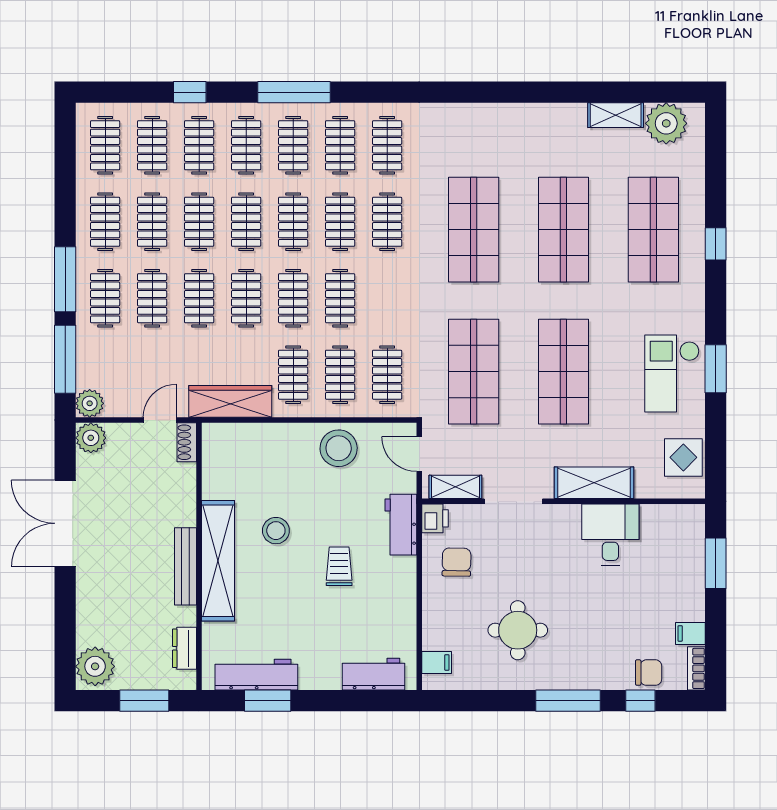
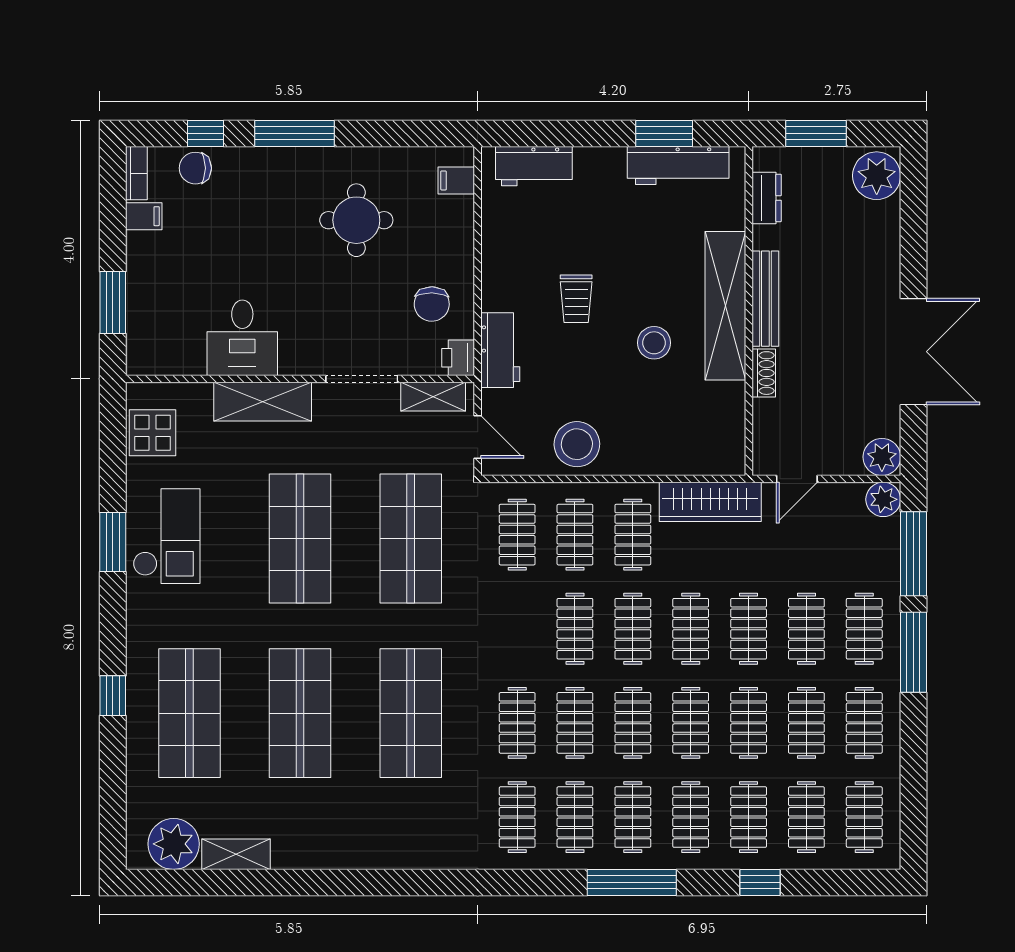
shoe rack: (187, 442) -> (764, 373), moved

